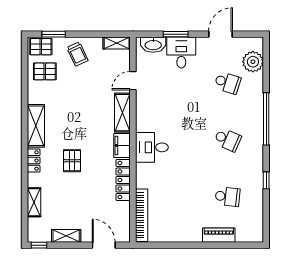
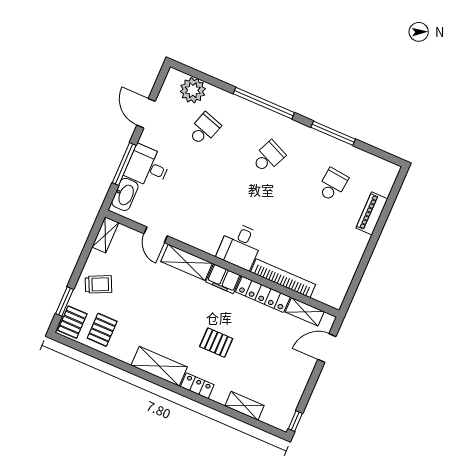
window: (176, 34) -> (124, 164), width x1.44
window: (266, 180) -> (333, 133), width x2.17
bookcase: (142, 215) -> (283, 278), moved
shelving: (66, 236) -> (305, 312), moved, turned 90

